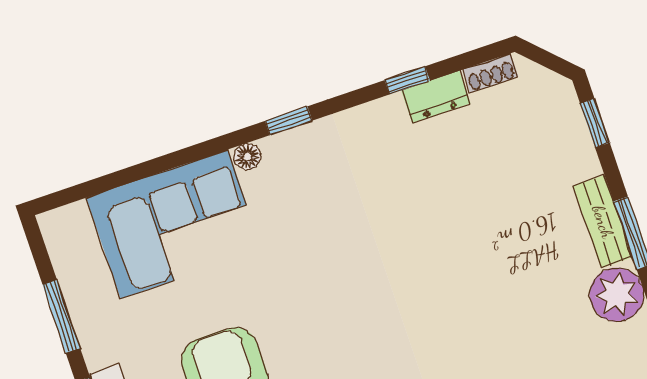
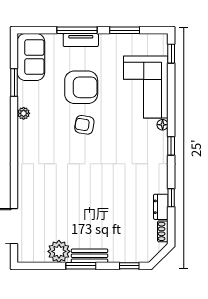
window: (79, 192) -> (171, 54), added
armchair: (308, 335) -> (84, 125), added

